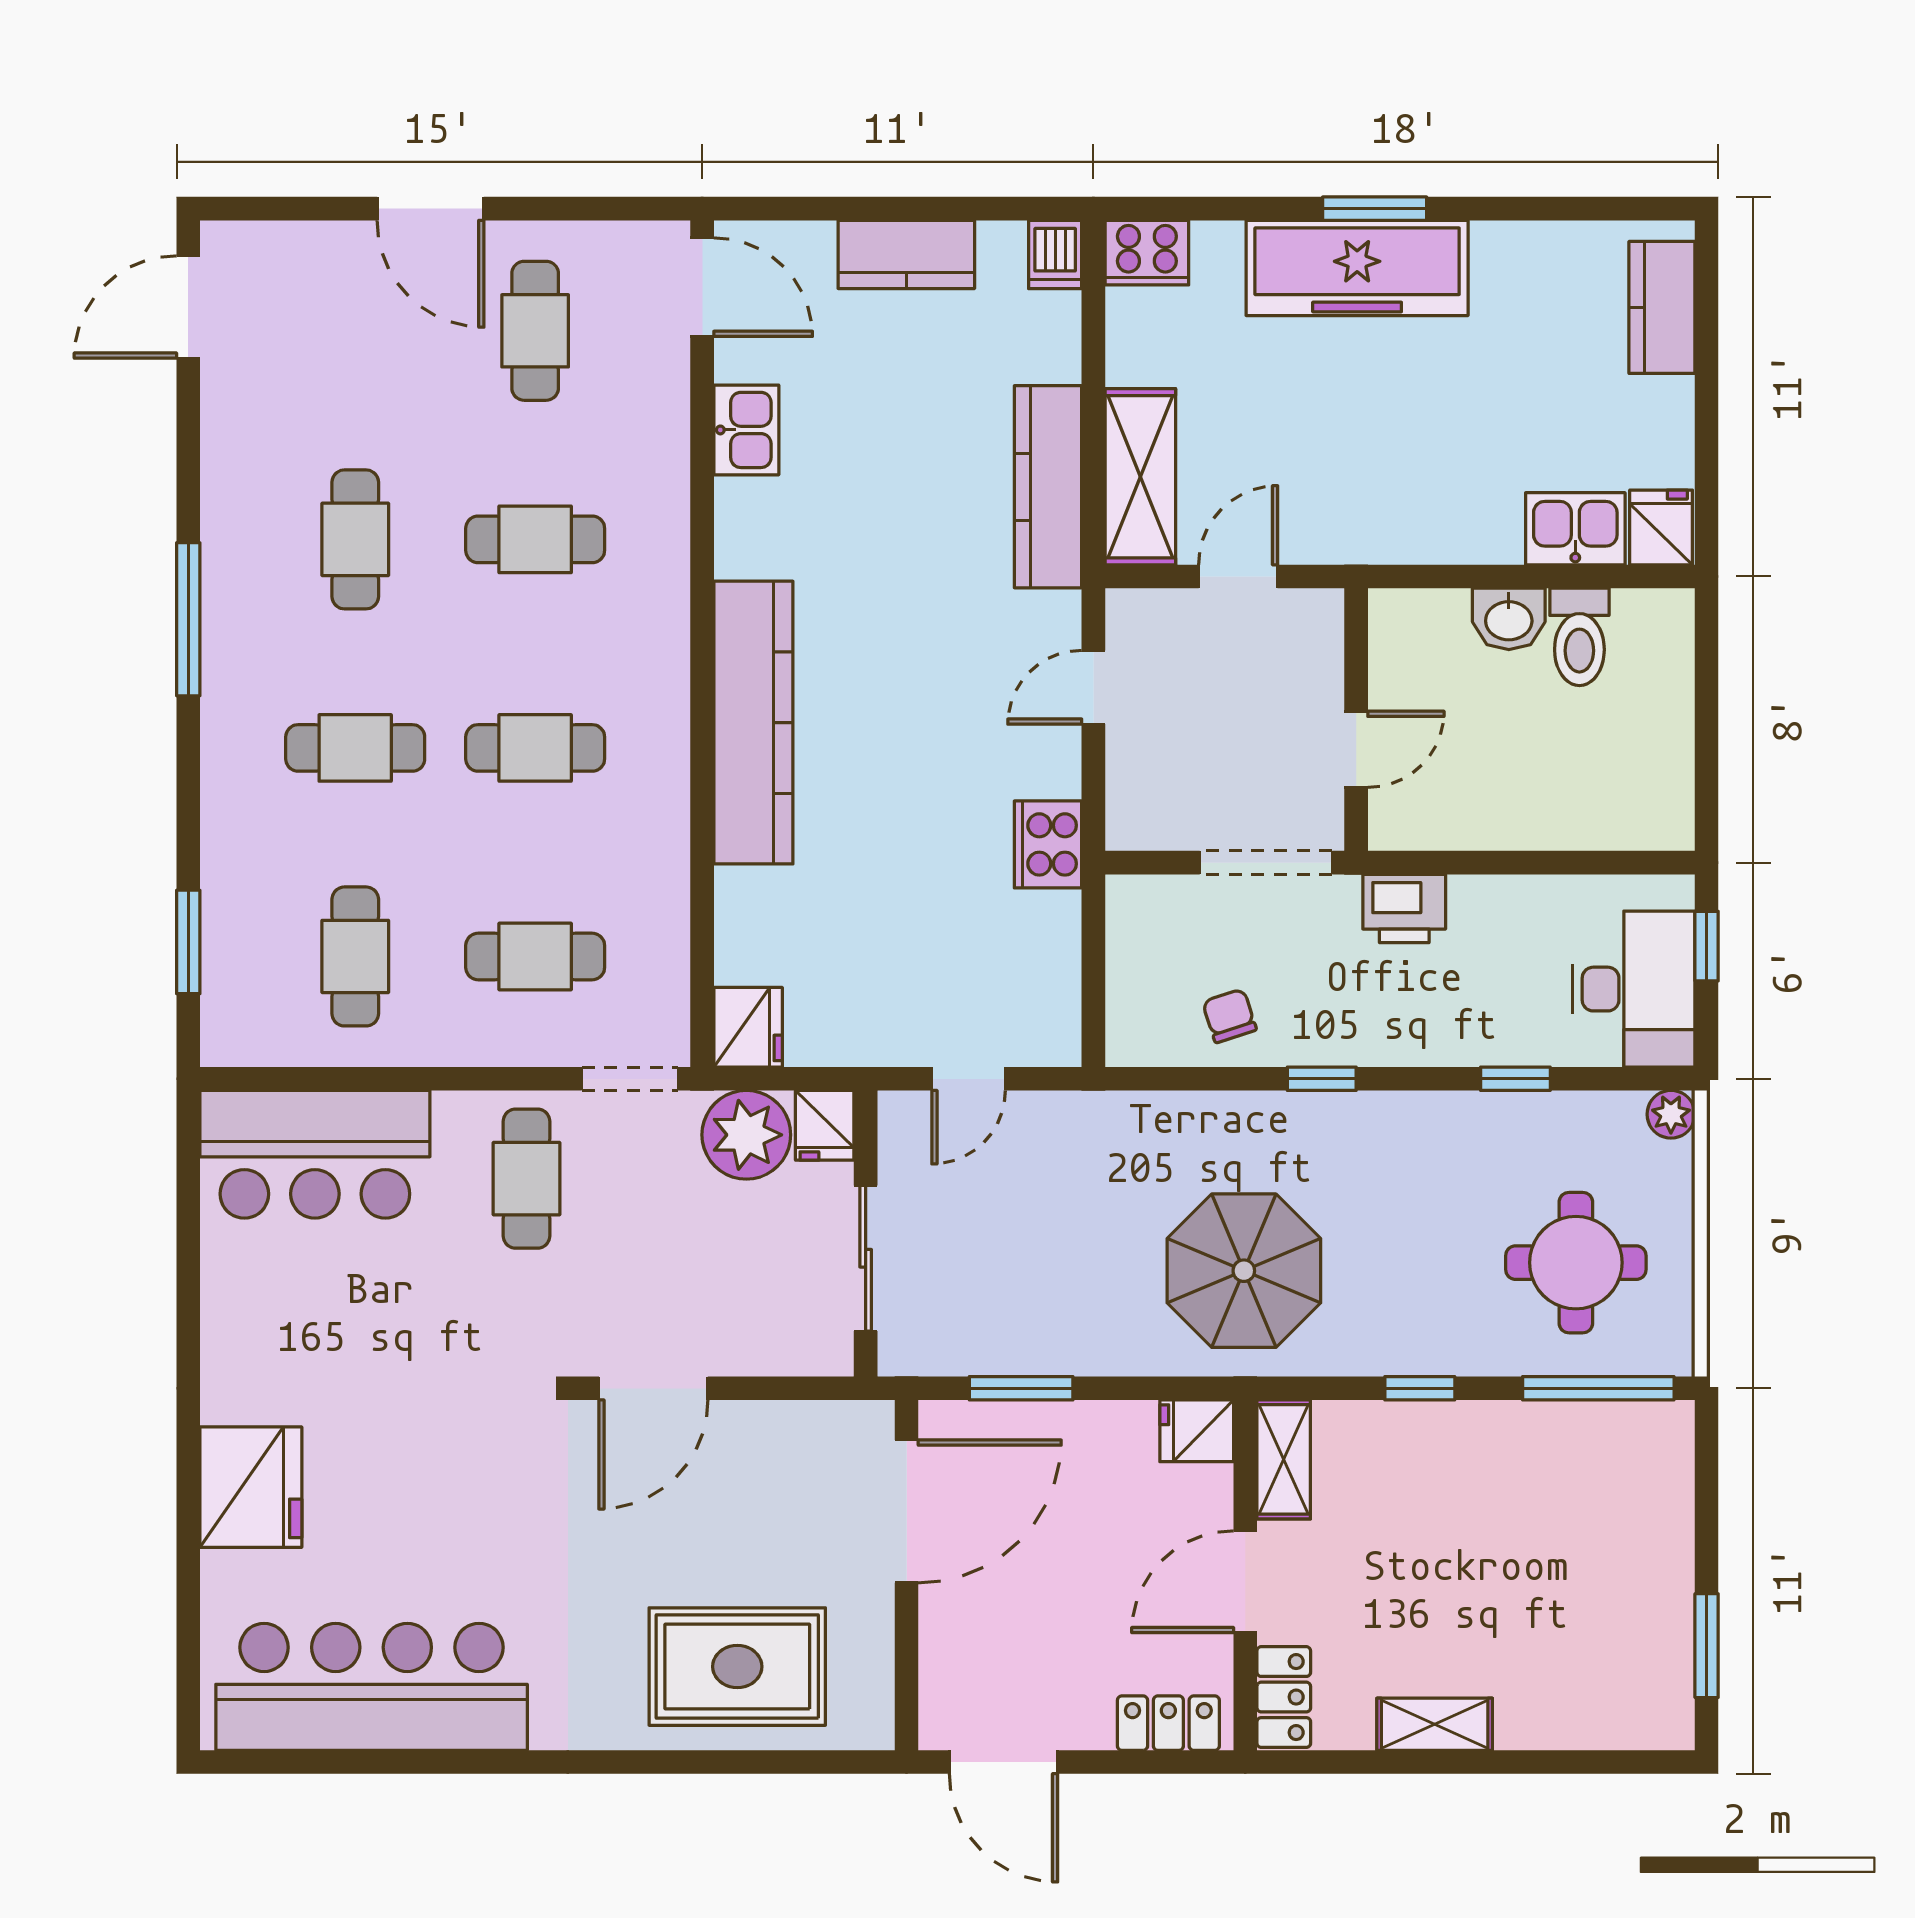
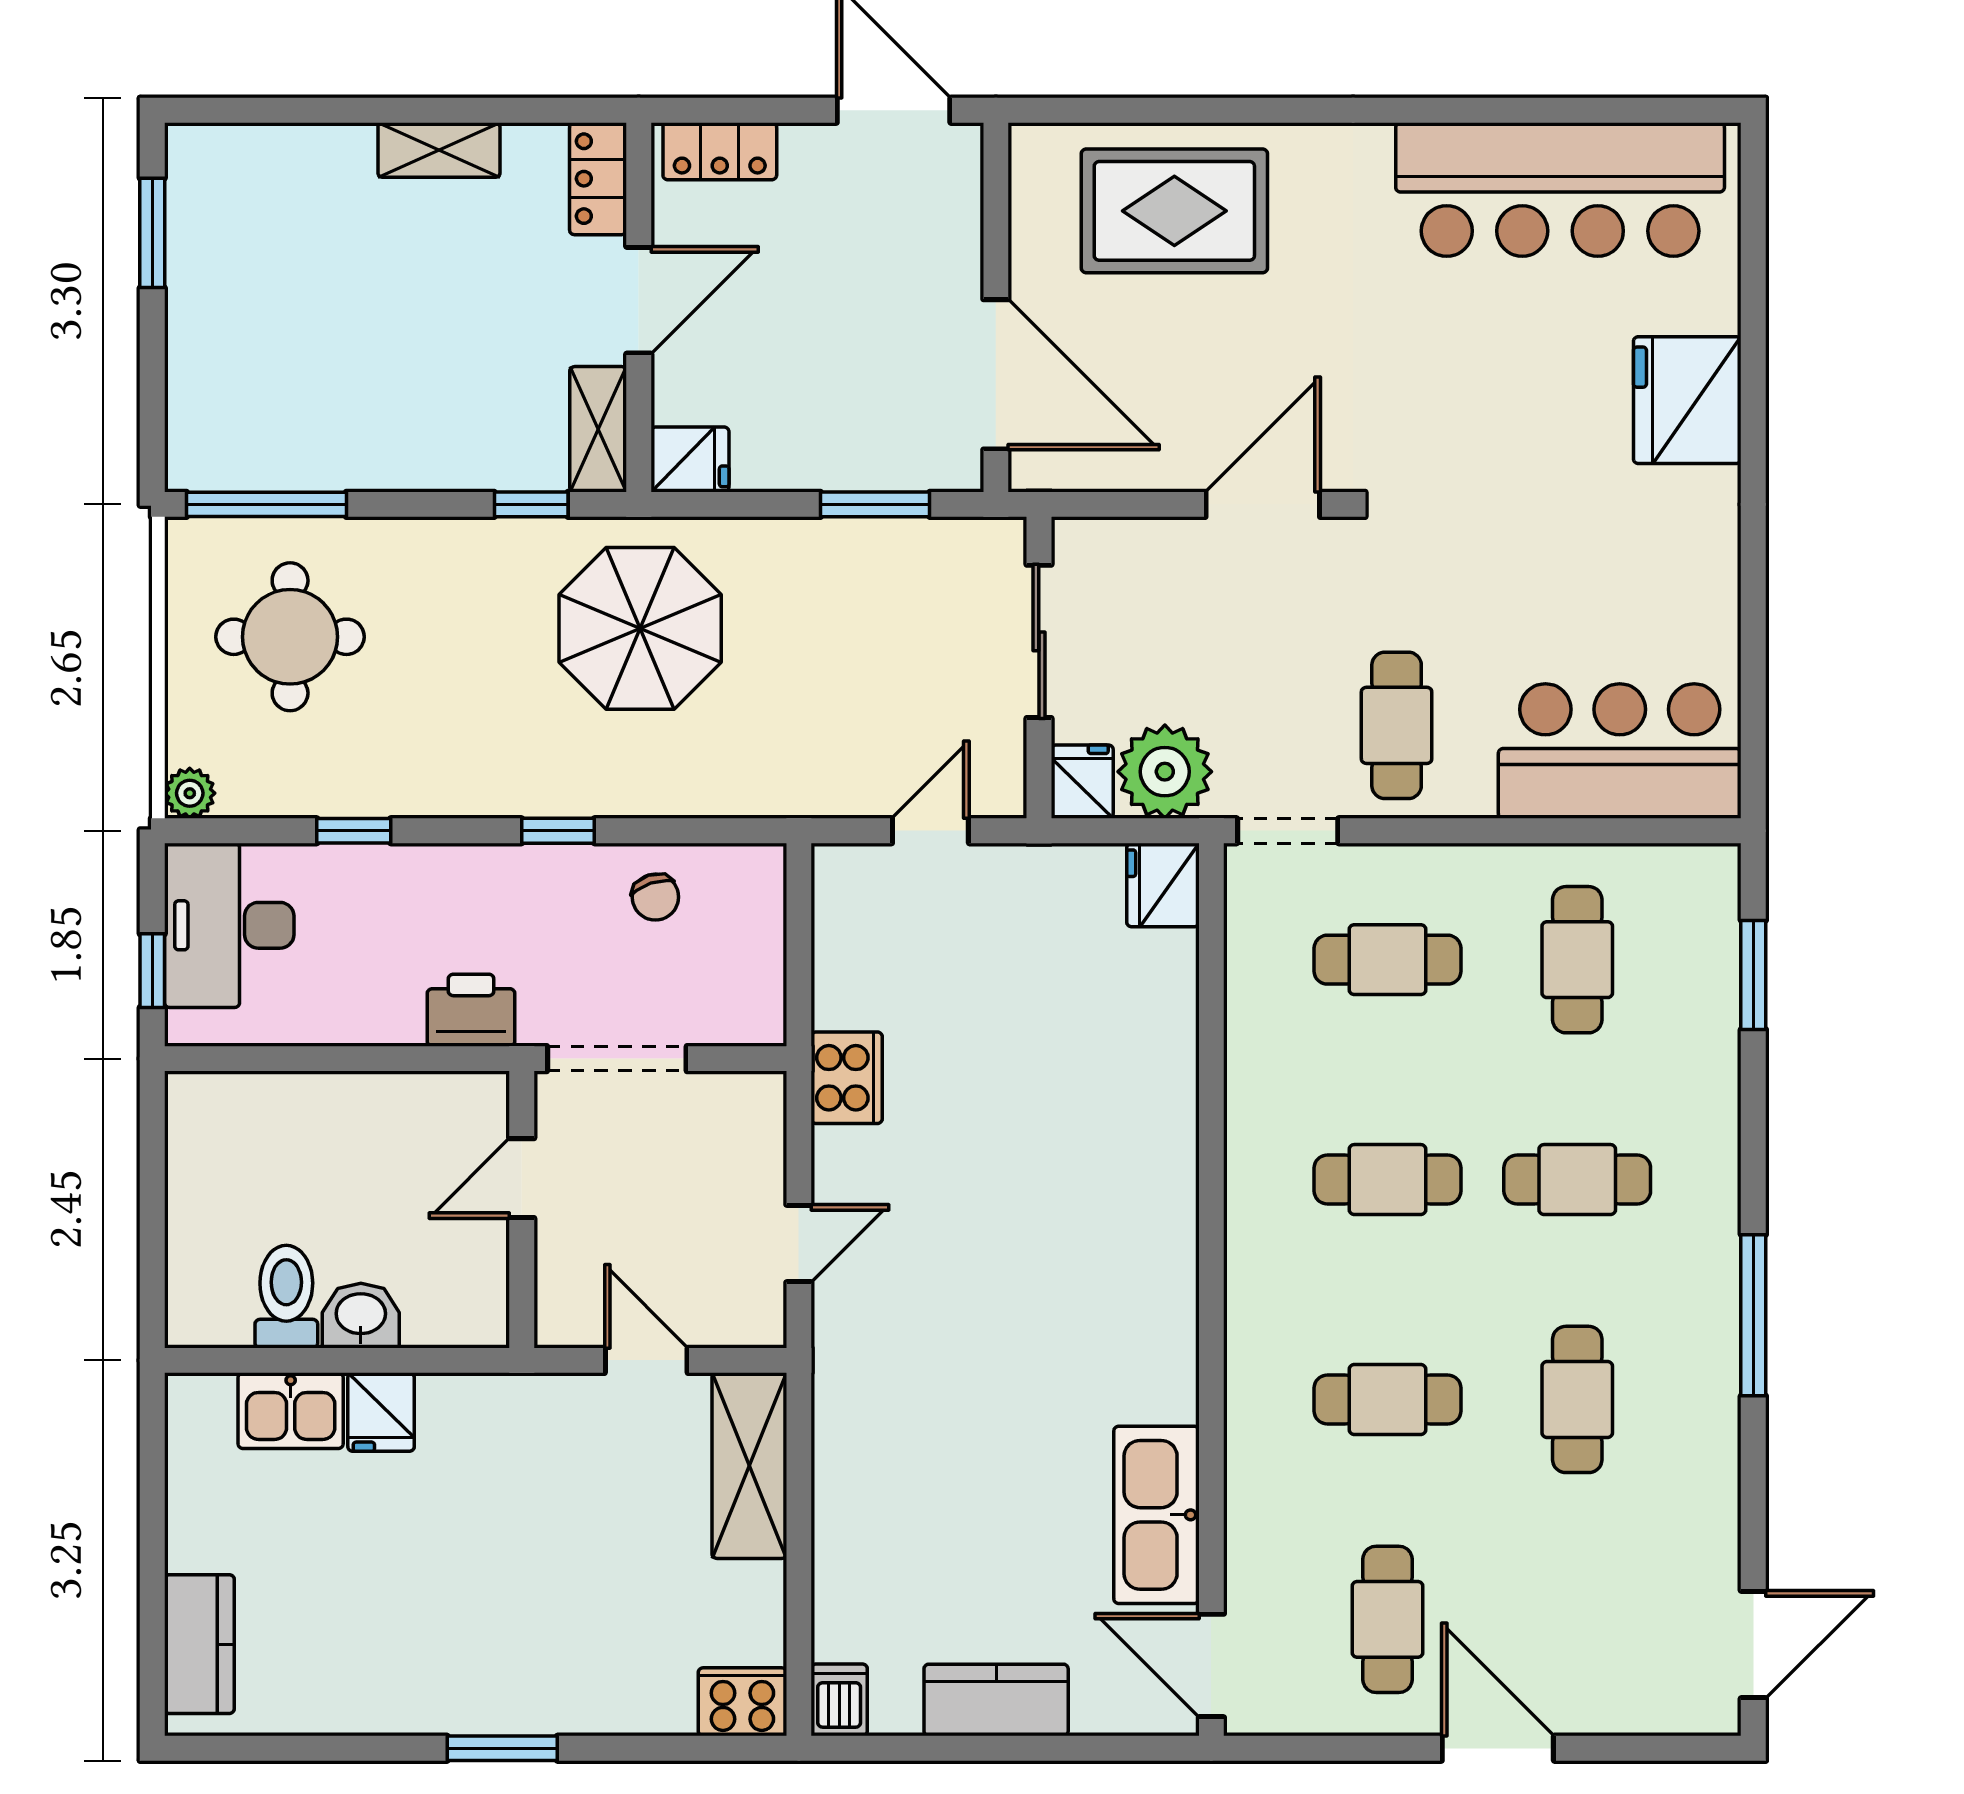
freezer: (1357, 268) -> (521, 1686), removed
kitchen sink: (746, 430) -> (1157, 1515), width x1.88, depth x1.24
kitchen counter: (1048, 487) -> (847, 1455), removed
fridge: (1661, 527) -> (381, 1412), moved
door: (1238, 576) -> (646, 1360), swing flipped
kitchen counter: (753, 723) -> (1157, 1206), removed
window: (1420, 1388) -> (531, 504), moved
door: (907, 1511) -> (996, 374), swing flipped

